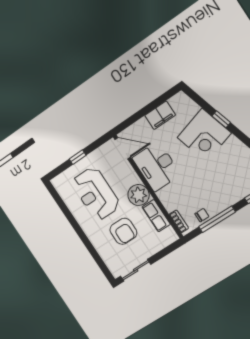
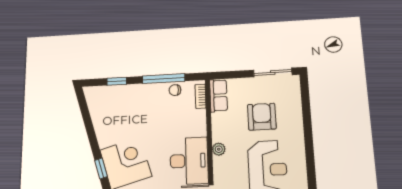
plant: (139, 195) -> (219, 149), width x0.53, depth x0.53
row of seats: (156, 216) -> (218, 95), moved

